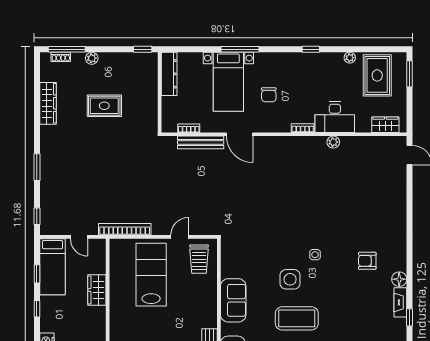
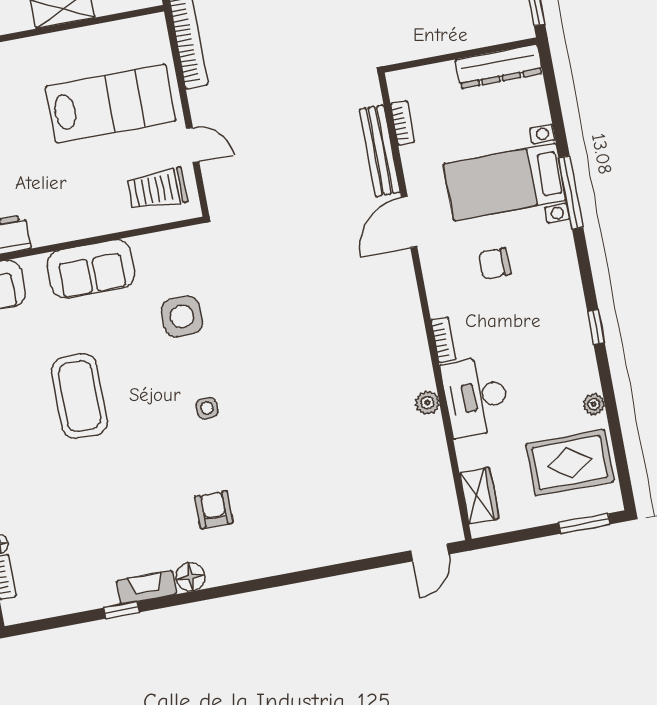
side table: (290, 279) -> (182, 316), moved

